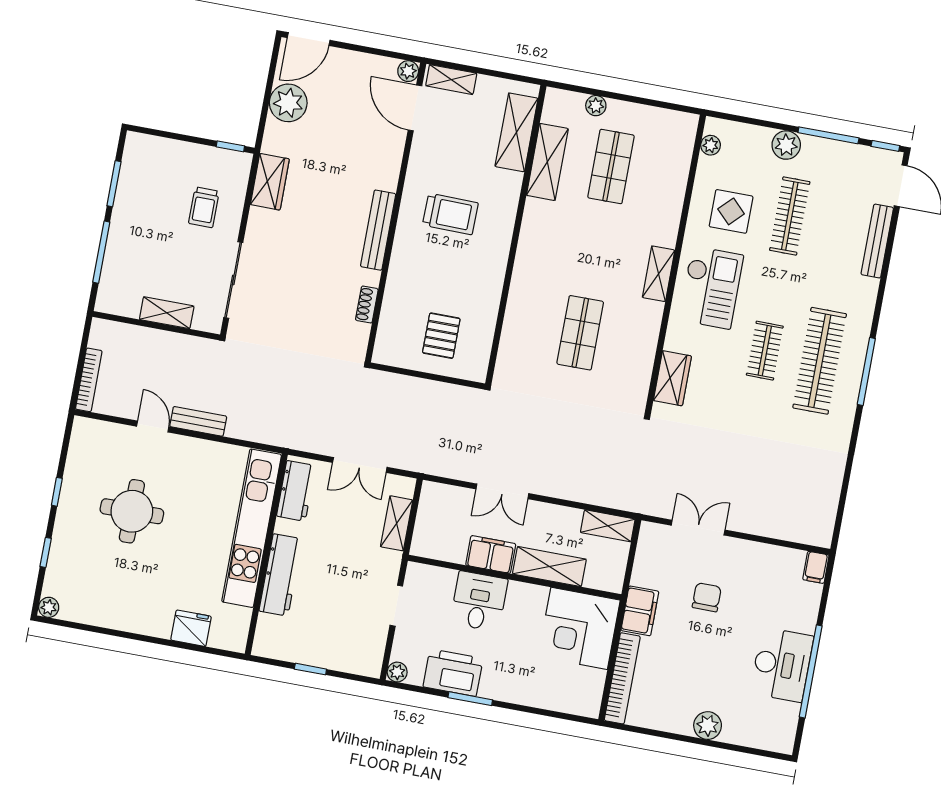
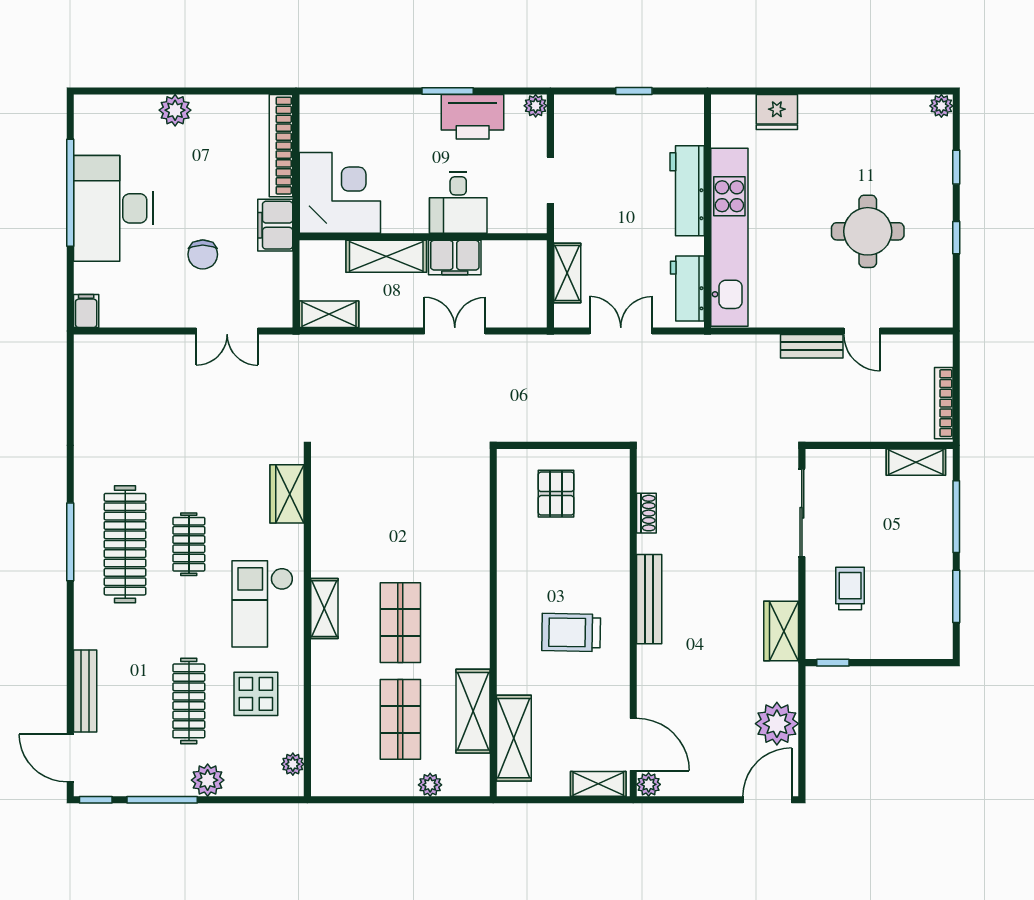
shelving: (167, 313) -> (916, 462), moved
shop shelf: (580, 333) -> (400, 623), moved
bookcase: (89, 380) -> (944, 403), moved
desk: (782, 665) -> (113, 208), width x1.36, depth x1.30

